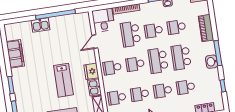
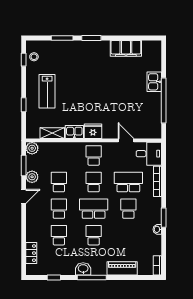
school desk: (176, 27) -> (128, 235), removed
school desk: (181, 57) -> (94, 235), width x0.54
lab bench: (63, 80) -> (88, 98), removed
school desk: (117, 98) -> (59, 155), removed

